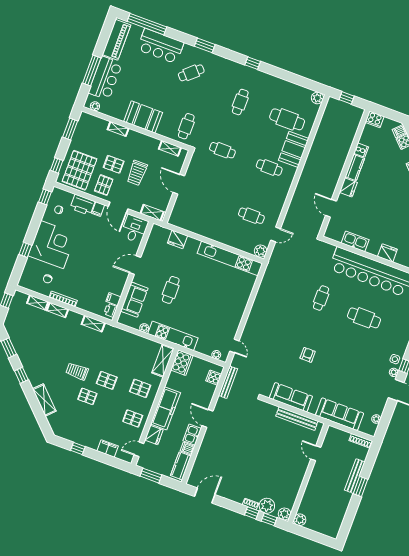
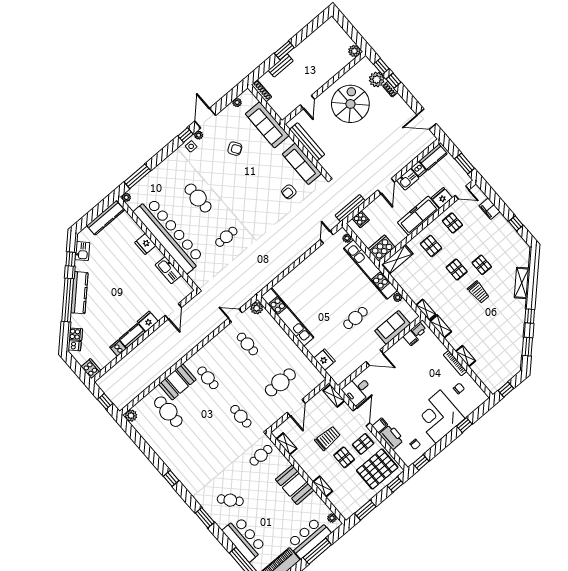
cafe table: (240, 102) -> (280, 382), moved, width x1.37, depth x1.35
shelving: (38, 303) -> (426, 310), moved
kitchen unit: (173, 336) -> (370, 269), width x1.36
armchair: (308, 355) -> (289, 192), moved
armchair: (356, 378) -> (235, 149), added
spiral stairs: (278, 472) -> (350, 104), added
bench: (355, 476) -> (281, 66), width x0.73
plant: (284, 514) -> (365, 64), removed

